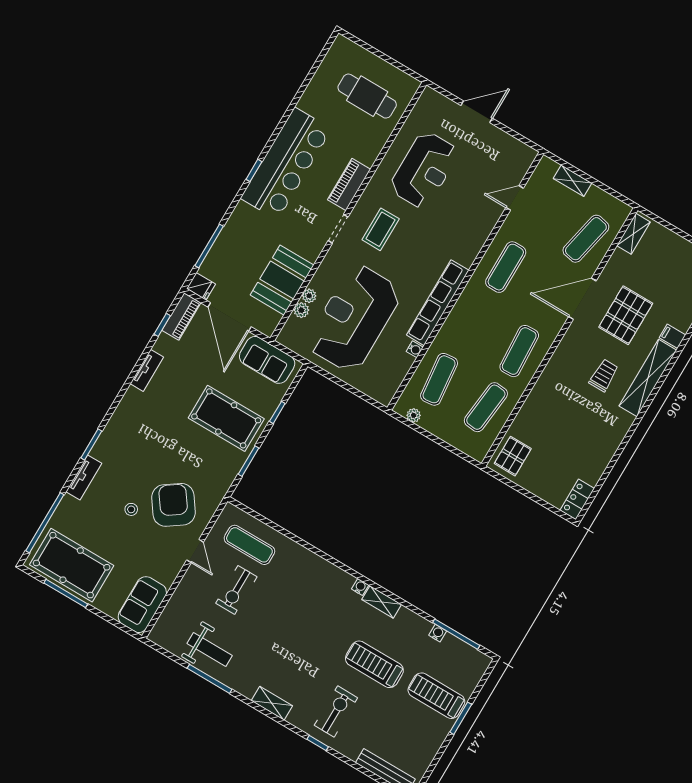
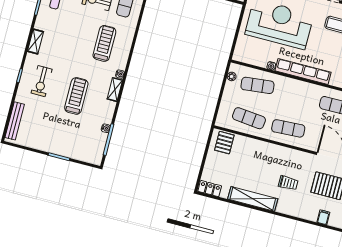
shelving: (648, 378) -> (253, 199), moved
pallet: (513, 456) -> (224, 143), turned 90
treadmill: (436, 696) -> (104, 43), moved
exercise bike: (336, 711) -> (42, 81), turned 90

